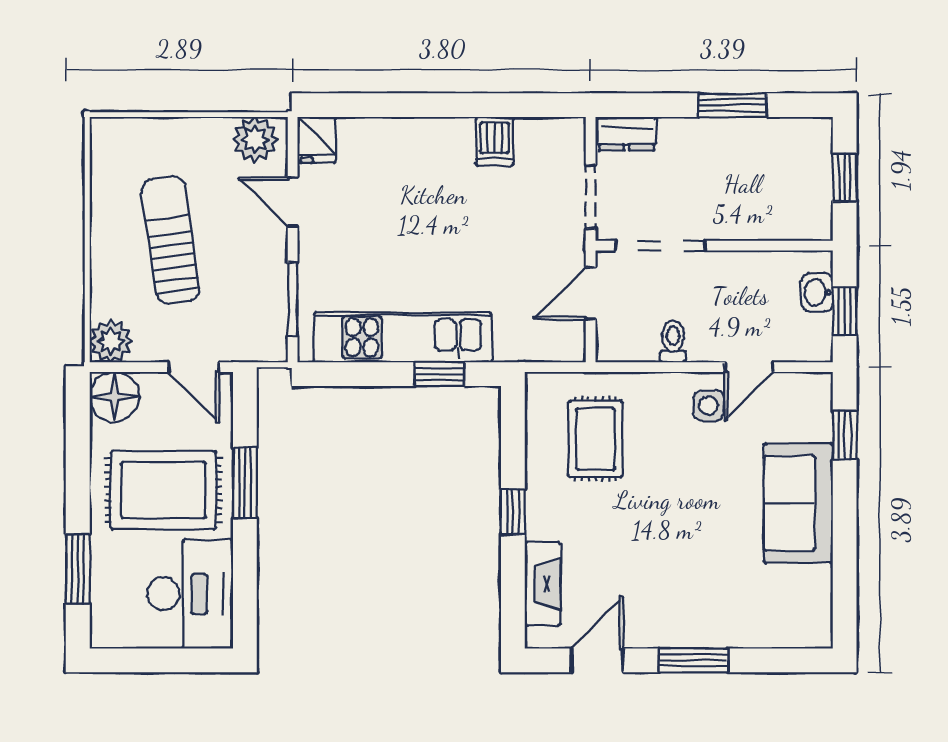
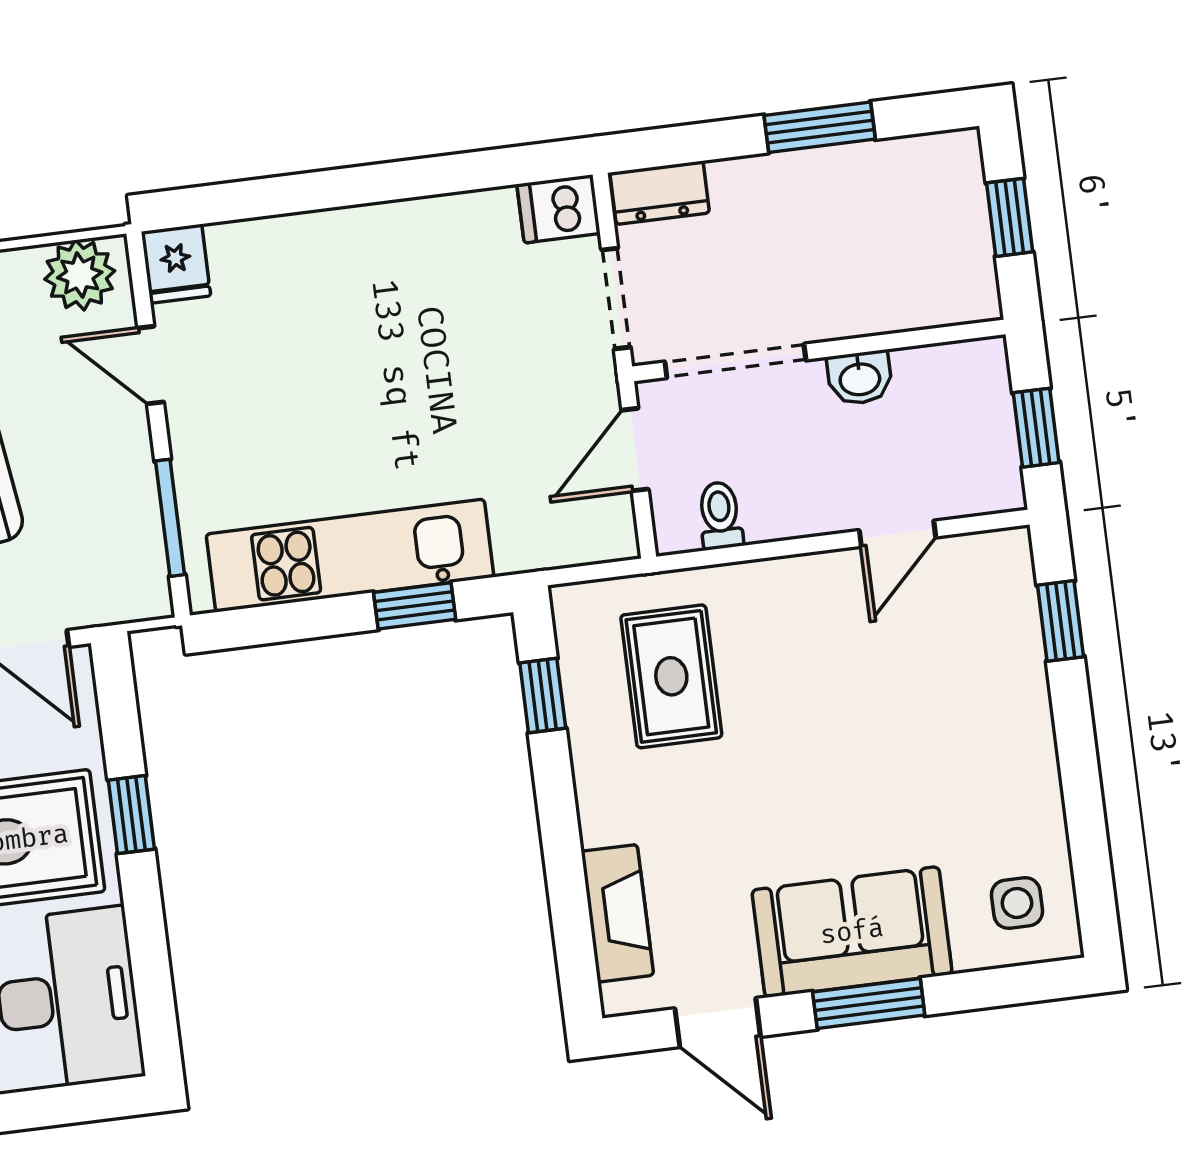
dishwasher: (495, 141) -> (559, 209), moved, turned 90
washbasin: (817, 292) -> (860, 378), moved, turned -90
toilet: (673, 342) -> (720, 515), moved
side table: (709, 406) -> (1017, 903), moved
window: (245, 483) -> (131, 815), width x0.67
sofa: (798, 503) -> (852, 932), moved, turned 90
window: (513, 512) -> (543, 696), moved
door: (597, 660) -> (718, 1023), swing flipped

